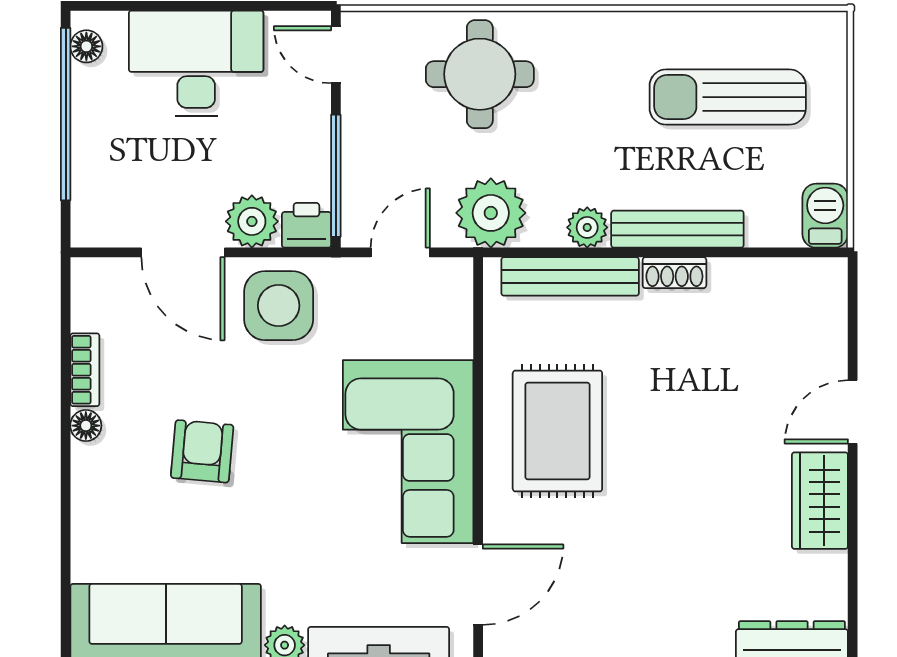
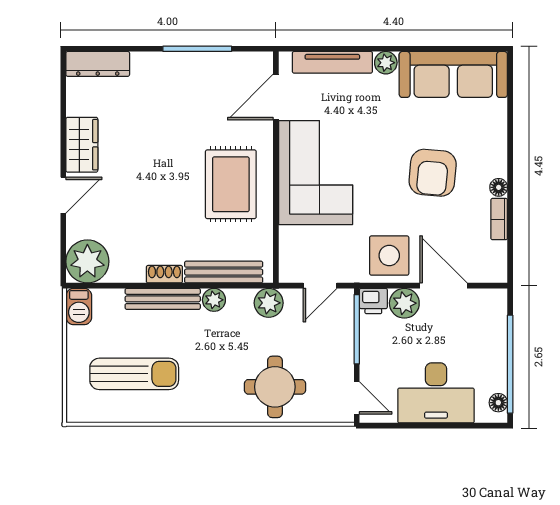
plant: (491, 213) -> (269, 303), width x0.73, depth x0.73
plant: (810, 295) -> (87, 261), added
armchair: (202, 451) -> (433, 173), width x1.38, depth x1.38

